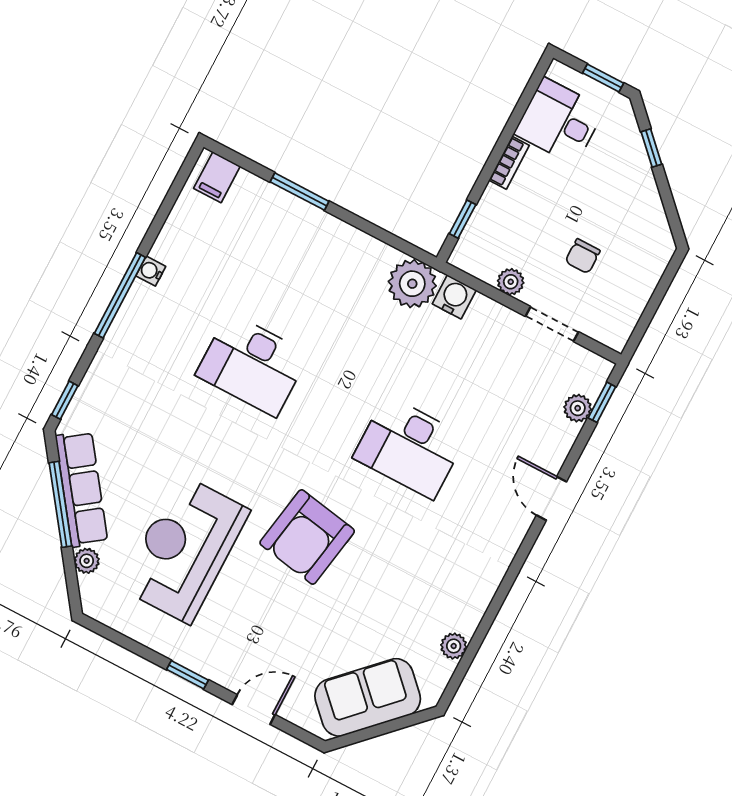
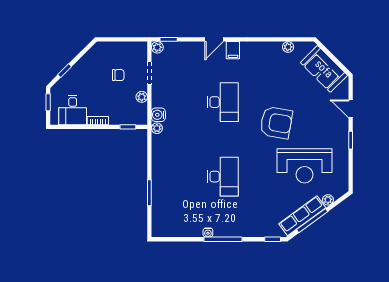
filing cabinet: (217, 177) -> (233, 50), moved, turned 90
plant: (412, 284) -> (157, 128), width x0.53, depth x0.53
plant: (578, 408) -> (157, 47), moved

